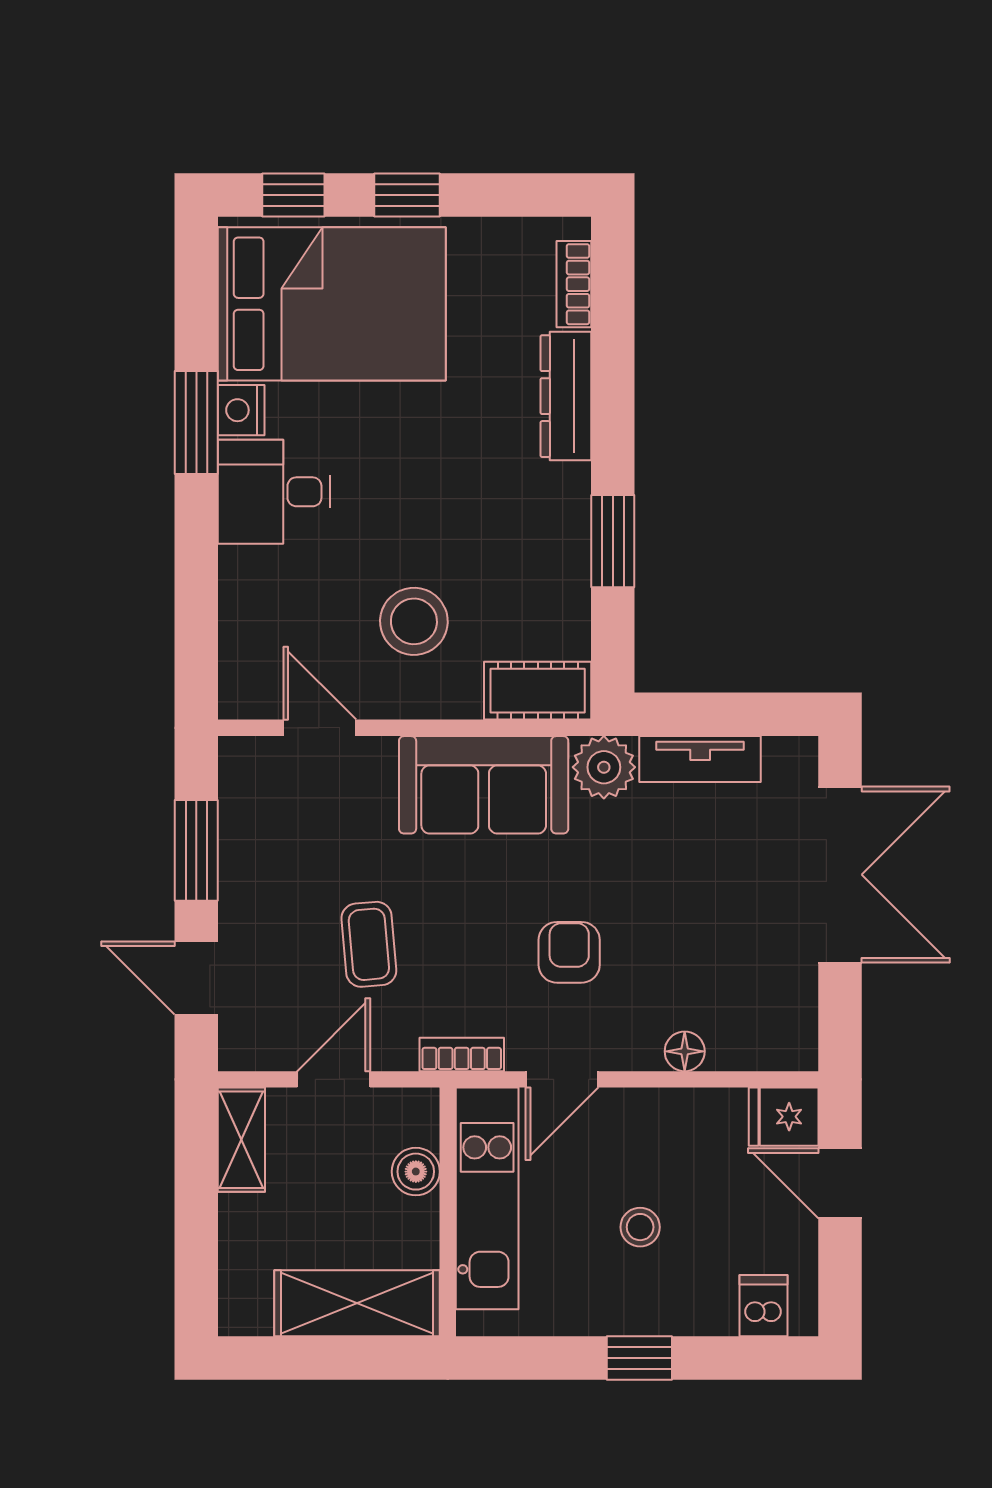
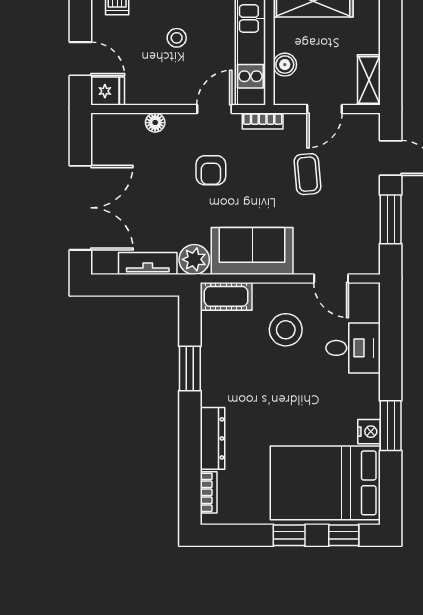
desk: (274, 492) -> (353, 348), moved
double door: (840, 875) -> (80, 208), swing flipped

